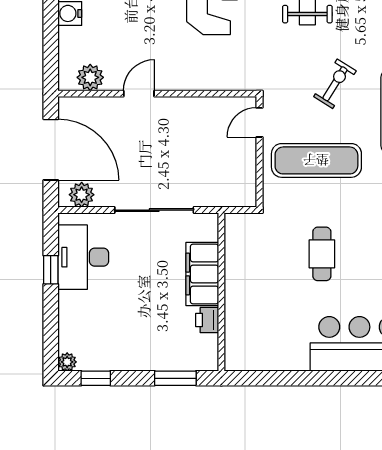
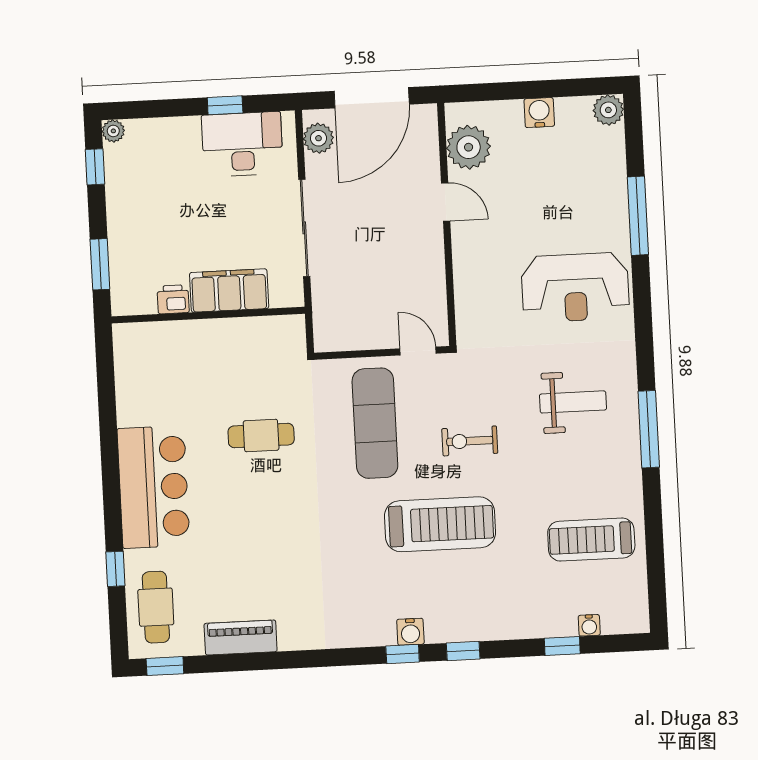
plant: (90, 77) -> (469, 147), width x1.36, depth x1.36
exercise bike: (335, 84) -> (470, 441), turned 148

